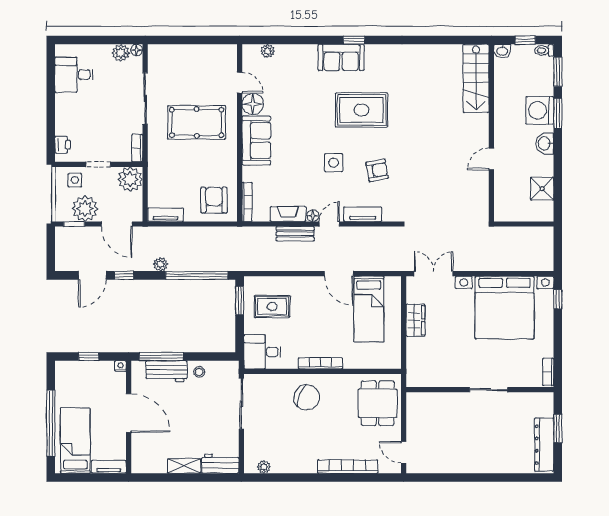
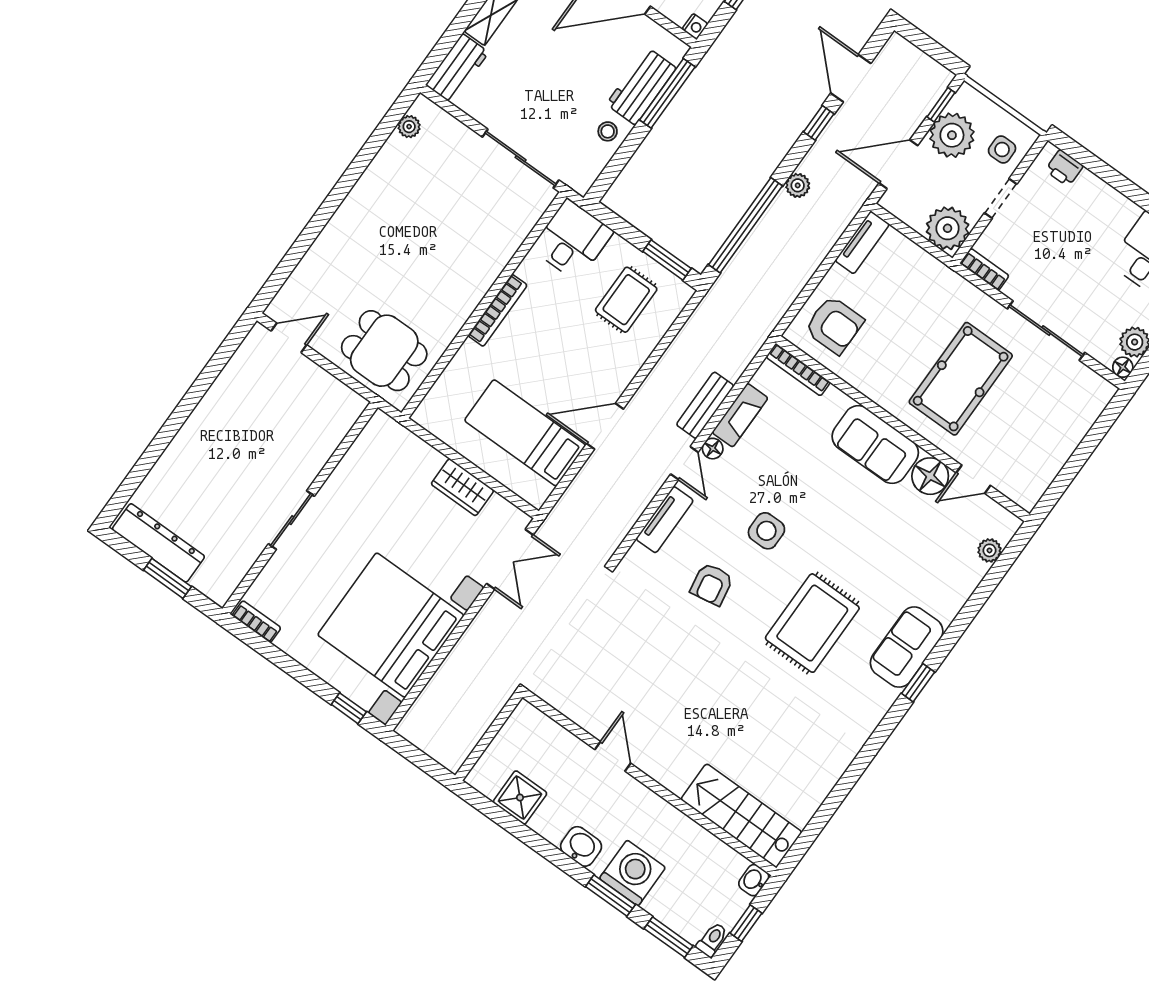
chair: (307, 397) -> (463, 257), removed
bookcase: (348, 467) -> (325, 245), removed

